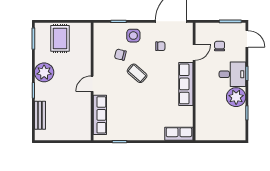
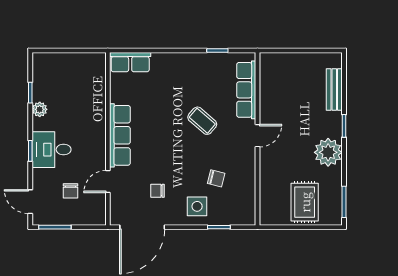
coffee table: (137, 73) -> (202, 121), moved
plant: (236, 97) -> (40, 109), width x0.53, depth x0.53

